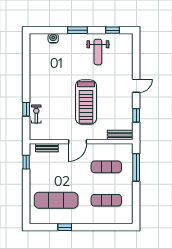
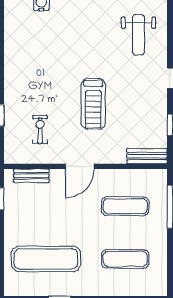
weight bench: (98, 52) -> (138, 35), moved
treadmill: (86, 102) -> (93, 104), width x0.73, depth x0.73
exercise bike: (36, 114) -> (40, 130), moved

